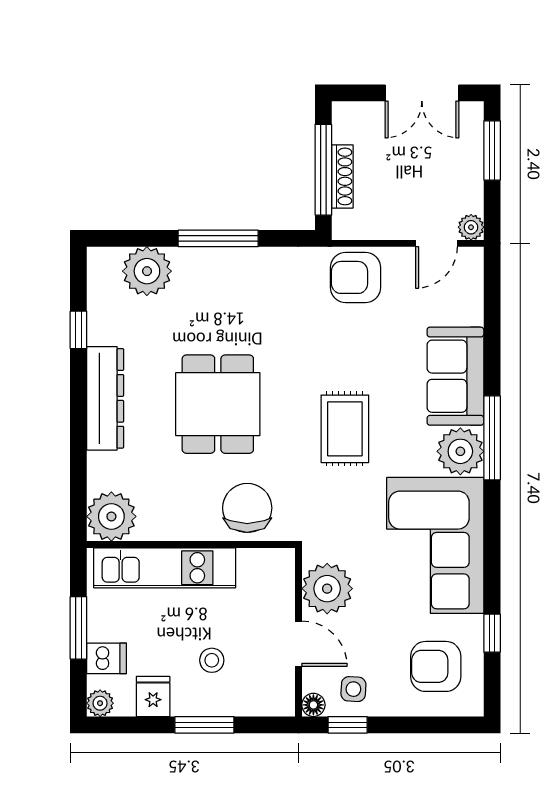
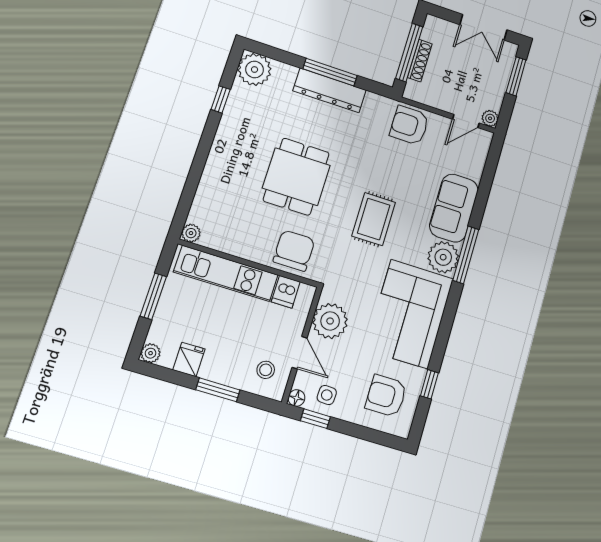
plant: (147, 271) -> (255, 70), moved
dresser: (105, 398) -> (330, 90), moved, turned 90
plant: (111, 516) -> (191, 233), width x0.53, depth x0.53
dishwasher: (107, 658) -> (286, 292), moved, turned 90
stool: (212, 660) -> (266, 370), moved

